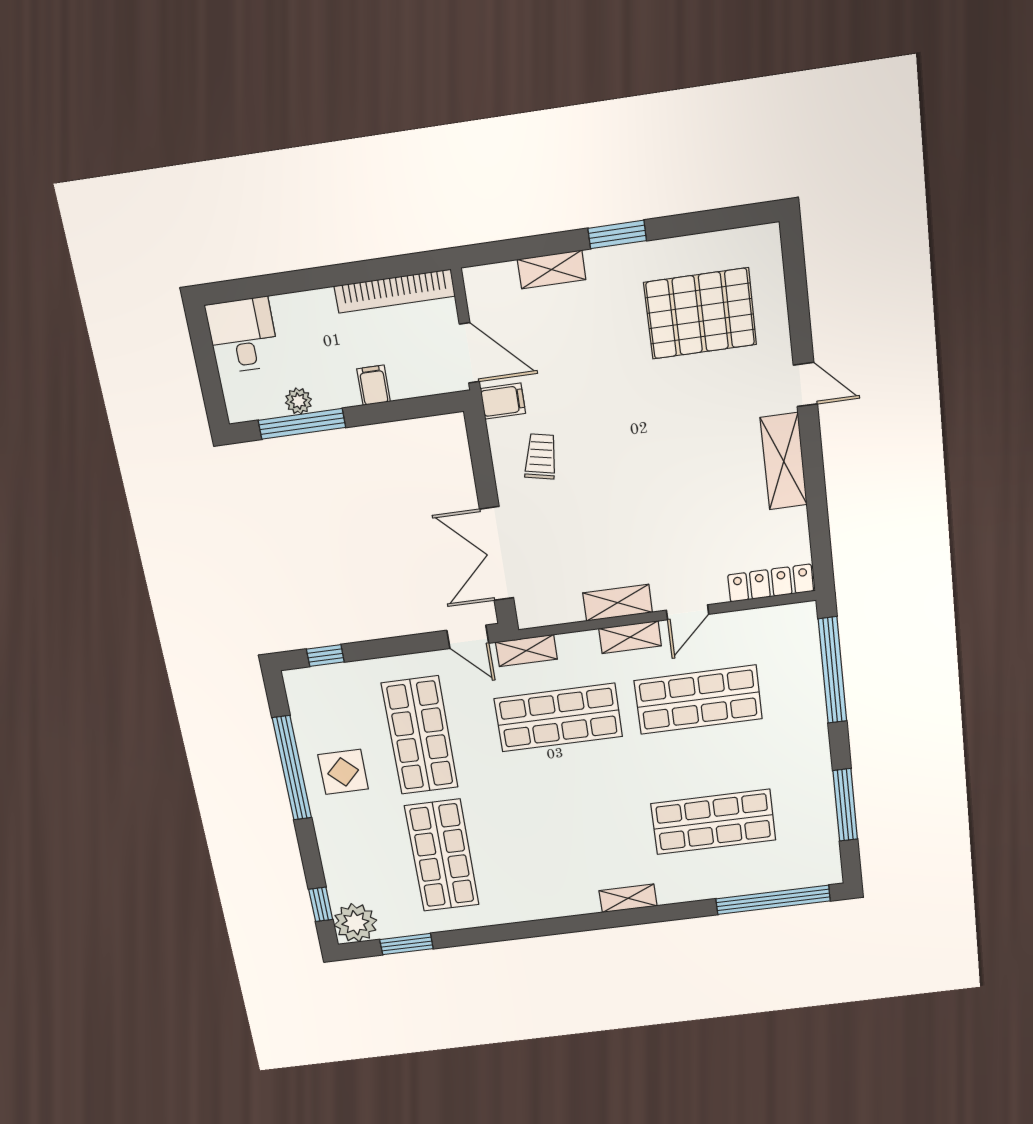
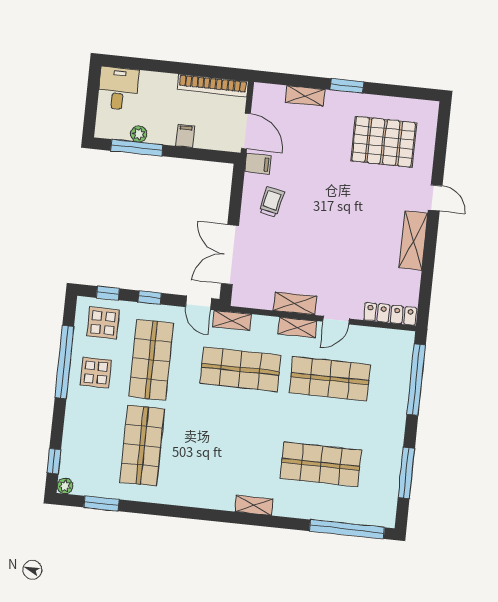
window: (391, 647) -> (150, 298), added
display table: (332, 700) -> (103, 323), added
plant: (355, 923) -> (65, 486), width x0.53, depth x0.53

